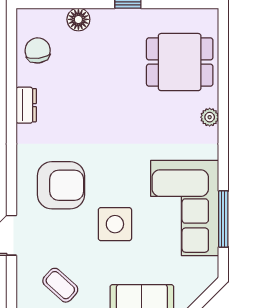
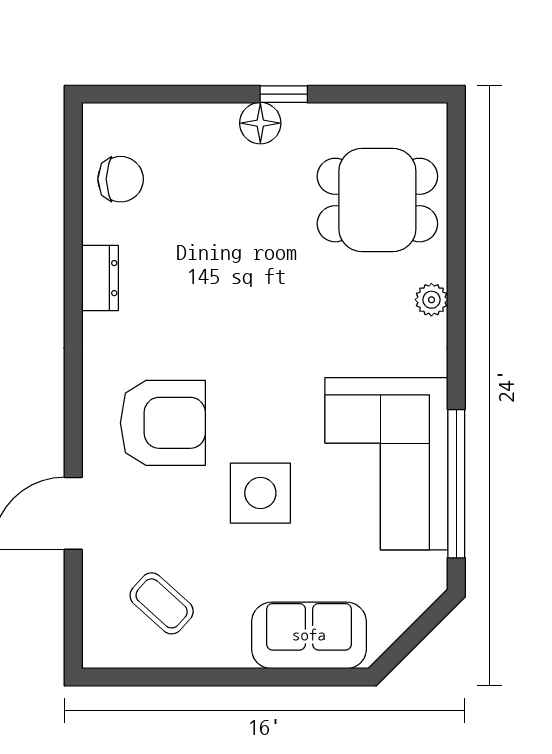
floor lamp: (78, 19) -> (260, 123), moved
chair: (38, 50) -> (121, 179), turned 97
window: (223, 219) -> (456, 484), width x1.46

